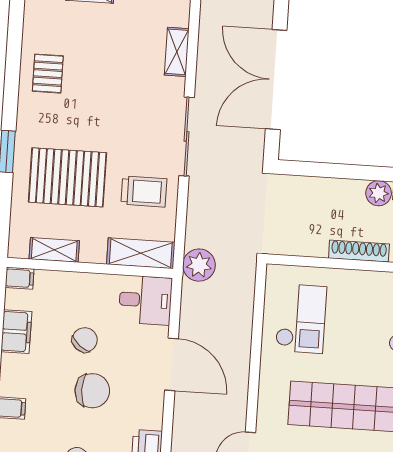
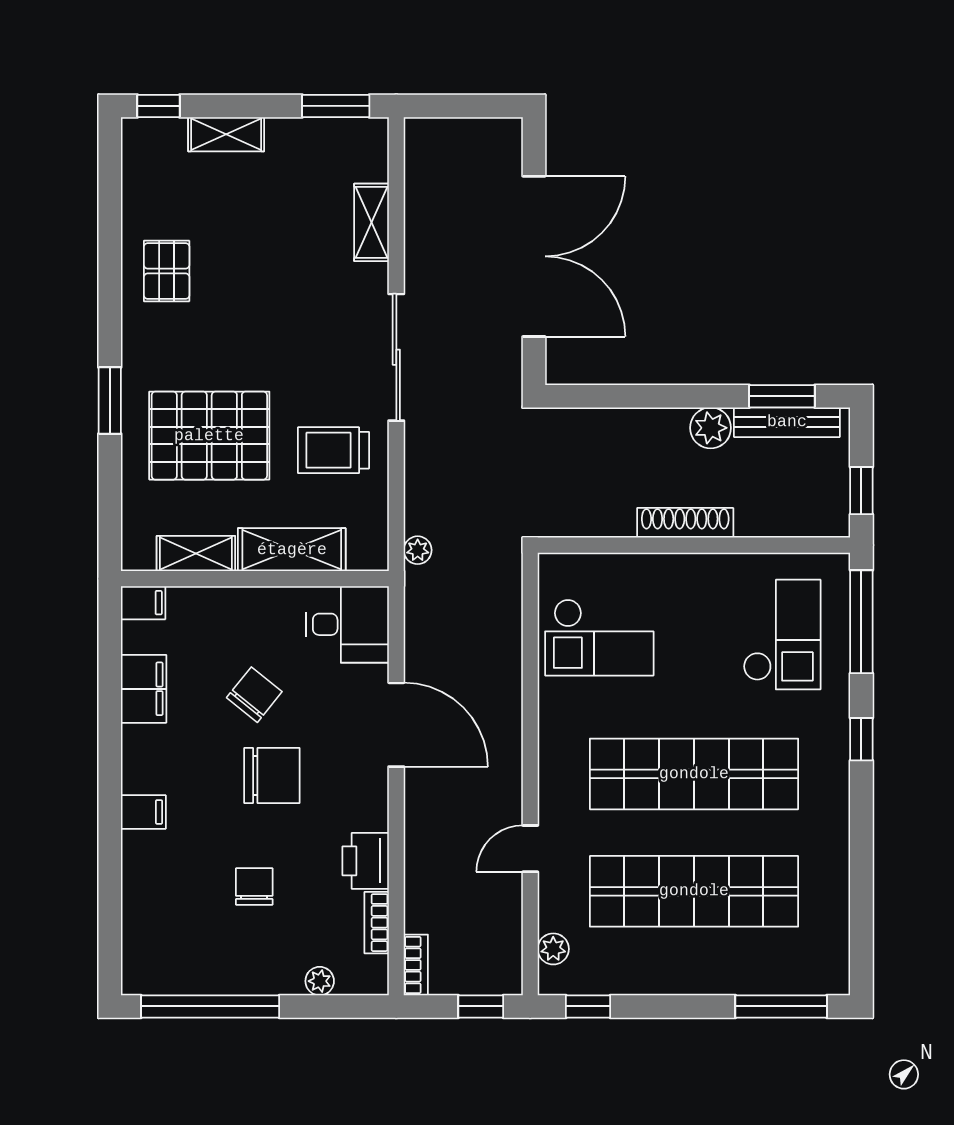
double door: (276, 80) -> (534, 256), swing flipped
trolley: (144, 192) -> (333, 450), turned 180
shelving: (141, 253) -> (292, 550), moved
plant: (199, 265) -> (418, 550), width x0.53, depth x0.53
checkout: (301, 319) -> (599, 637), turned 90

